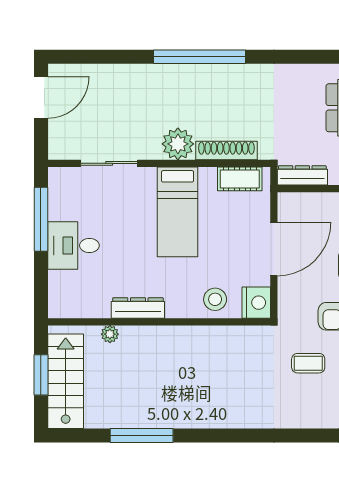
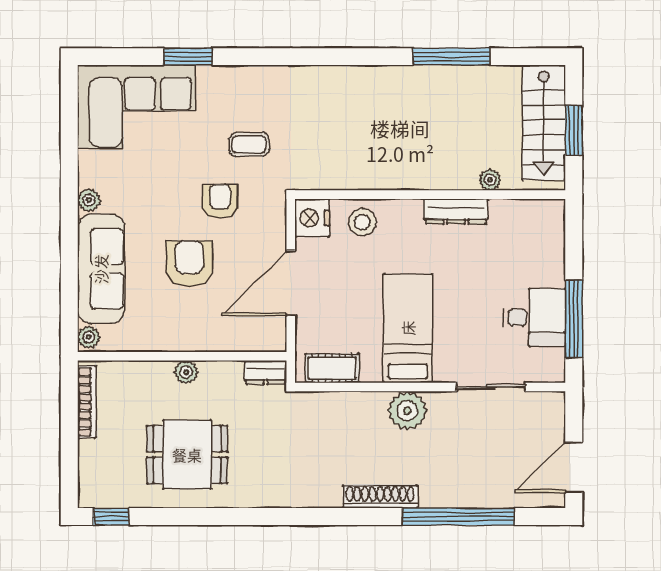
window: (199, 57) -> (458, 517), moved
shoe rack: (226, 151) -> (380, 497), moved, turned 180
dresser: (302, 175) -> (265, 372), width x0.70
desk: (73, 245) -> (534, 317), moved

